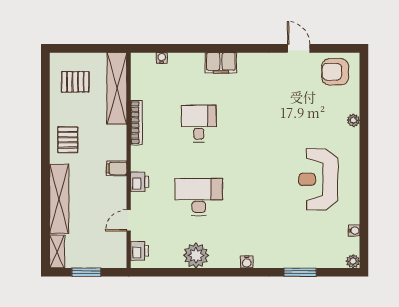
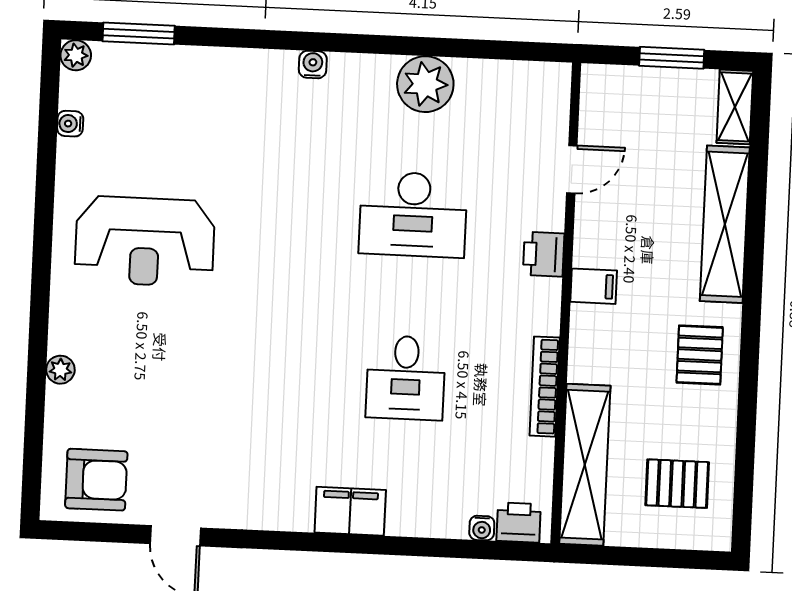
reception desk: (318, 179) -> (145, 241), turned 90
printer: (139, 251) -> (519, 523), moved, turned 90
window: (300, 272) -> (139, 34), moved

